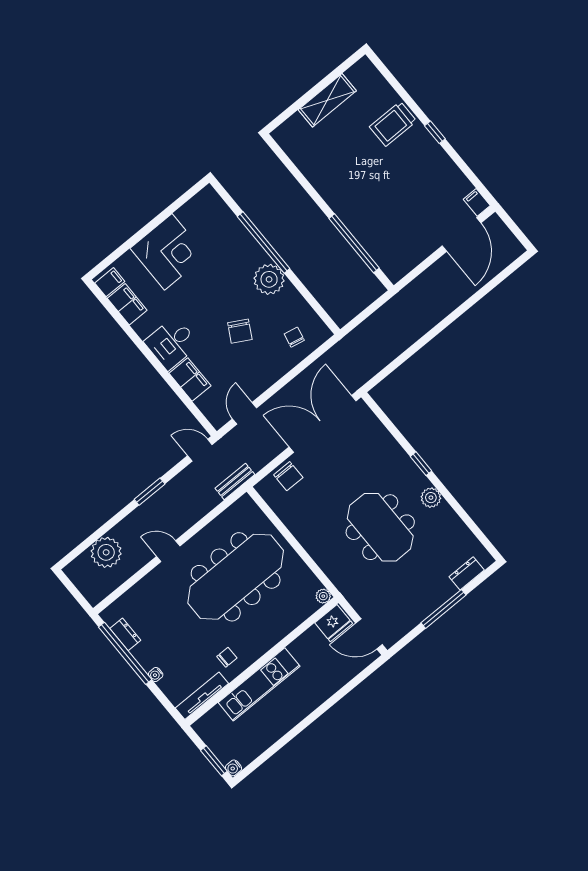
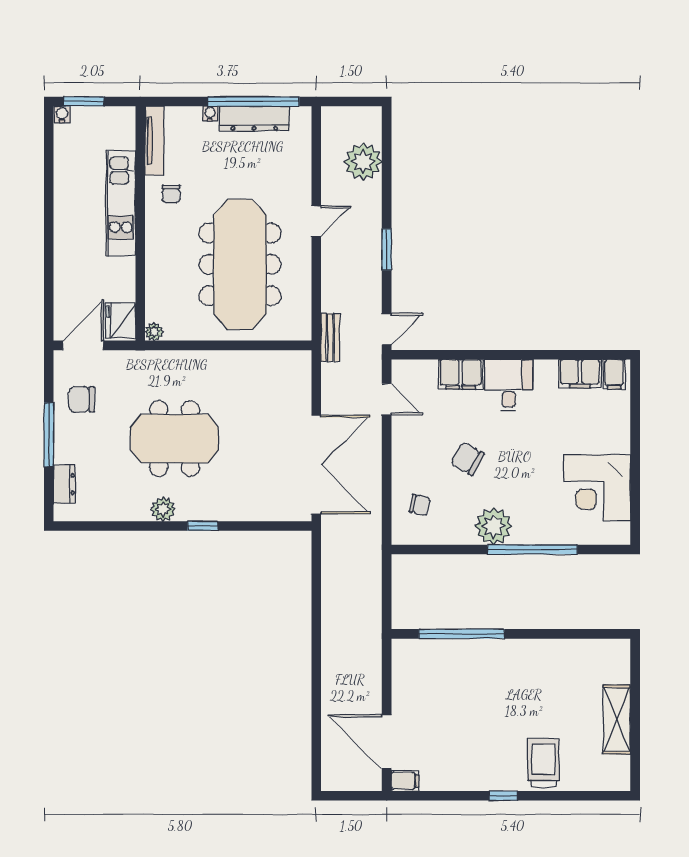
corner desk: (168, 252) -> (597, 488), moved
chair: (288, 476) -> (82, 399), moved
dresser: (125, 634) -> (254, 119), width x1.96, depth x1.24

